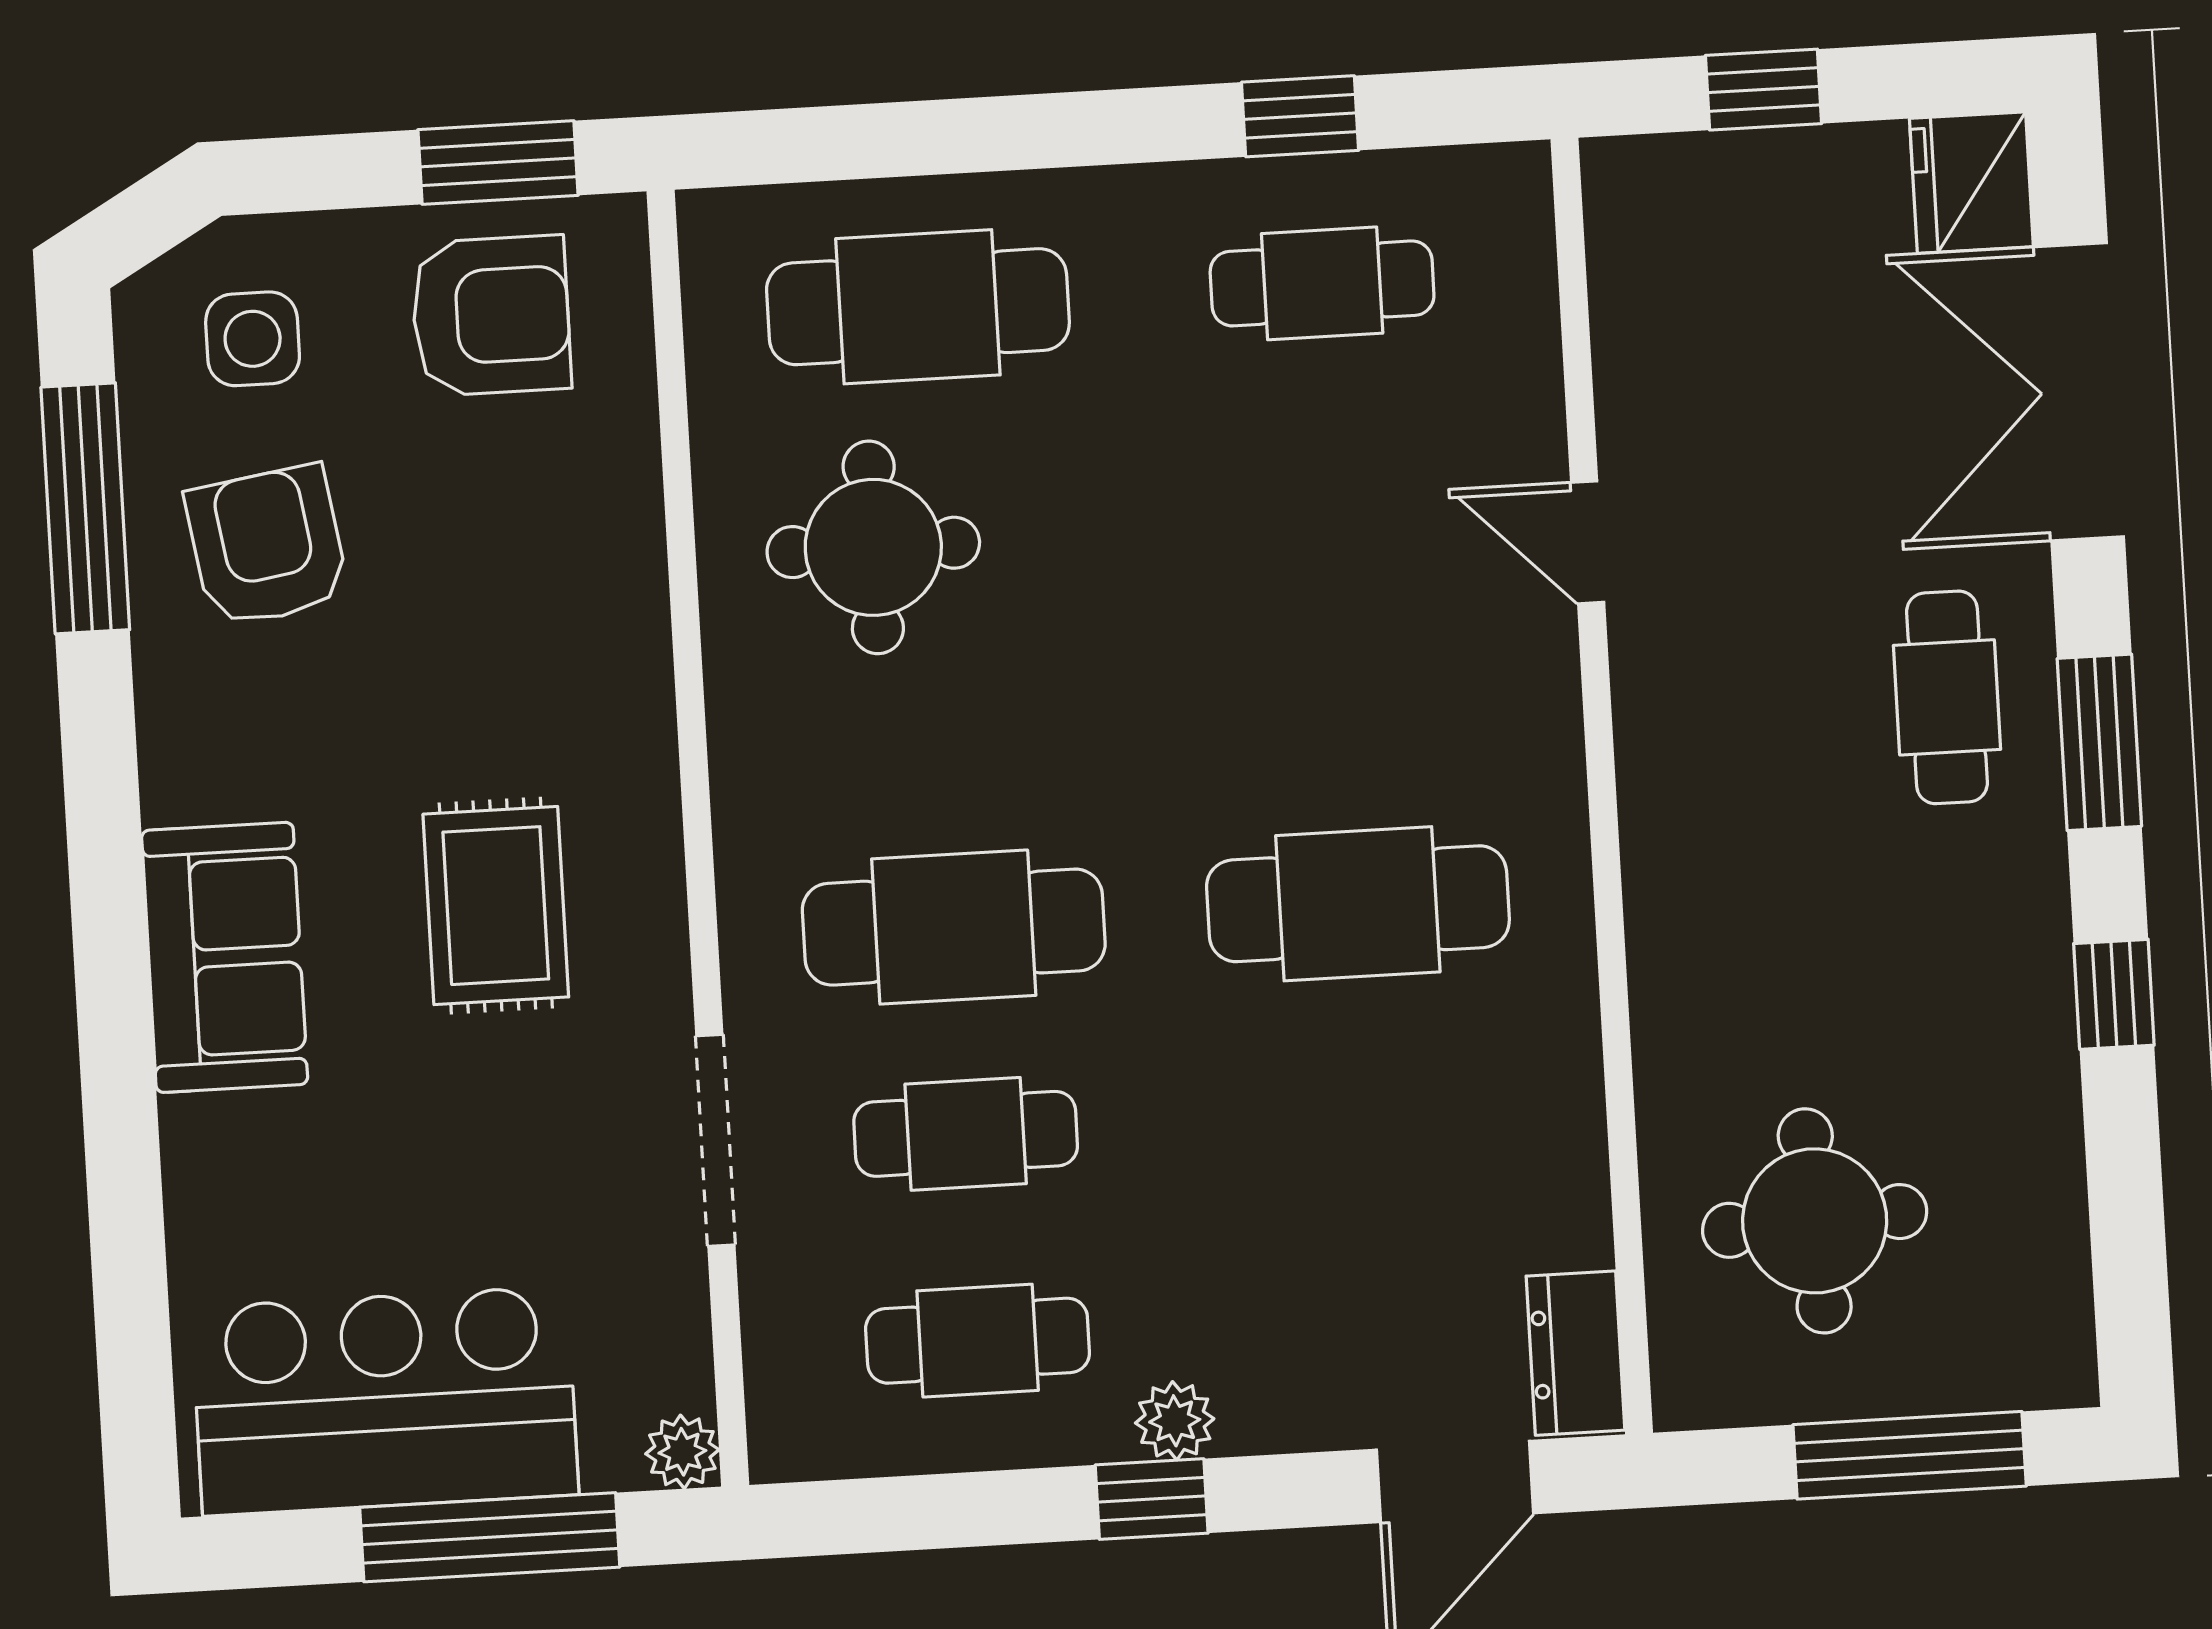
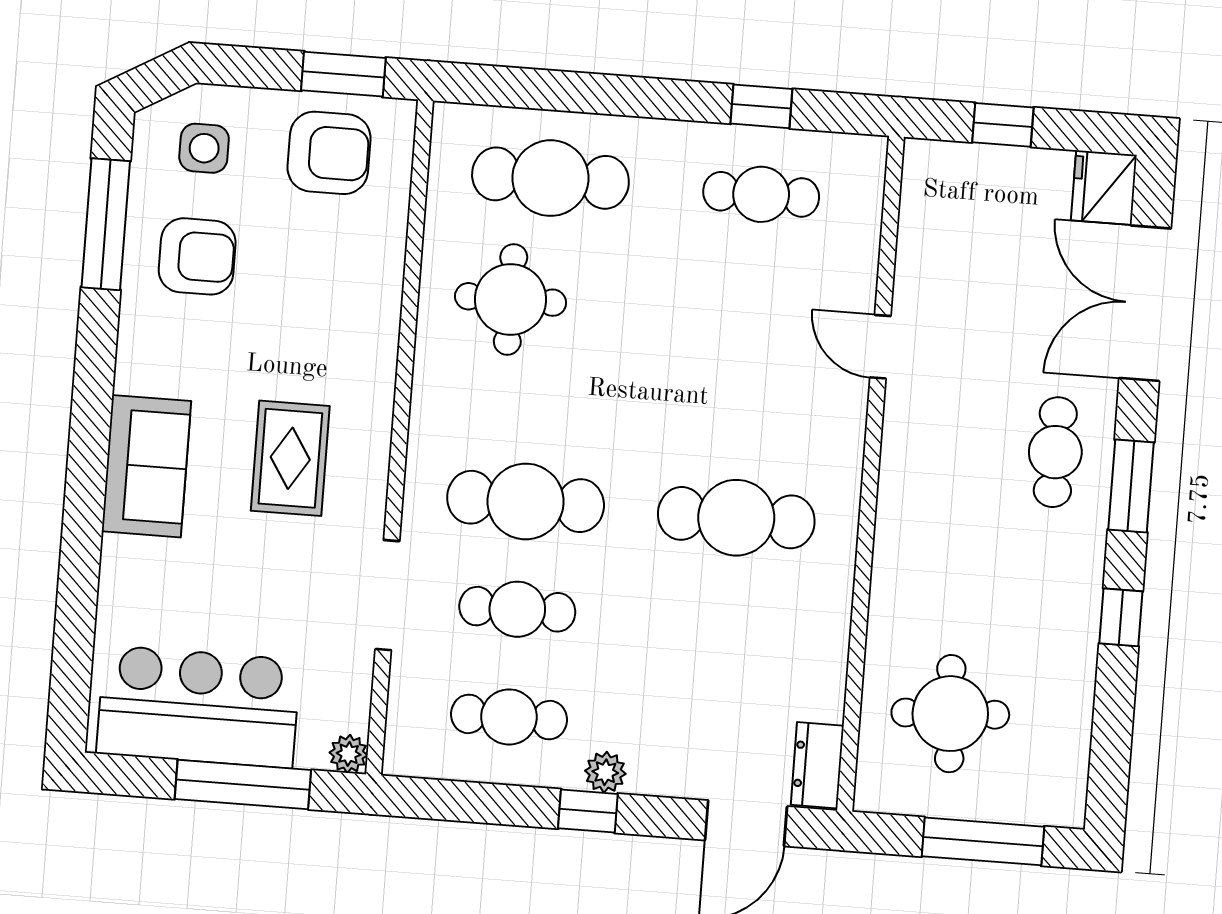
armchair: (267, 546) -> (197, 256), turned 99

